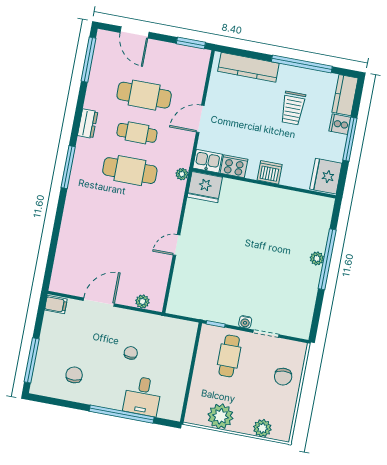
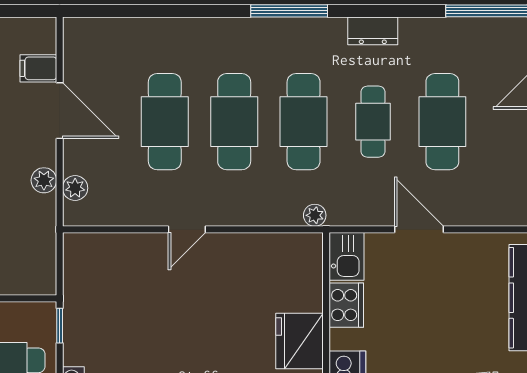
fridge: (205, 187) -> (299, 341), moved
cafe table: (123, 208) -> (234, 122), added
door: (176, 245) -> (187, 229), swing flipped
cafe table: (116, 246) -> (165, 122), added
filing cabinet: (56, 305) -> (38, 68), moved, turned 90
plant: (135, 318) -> (44, 180), added

